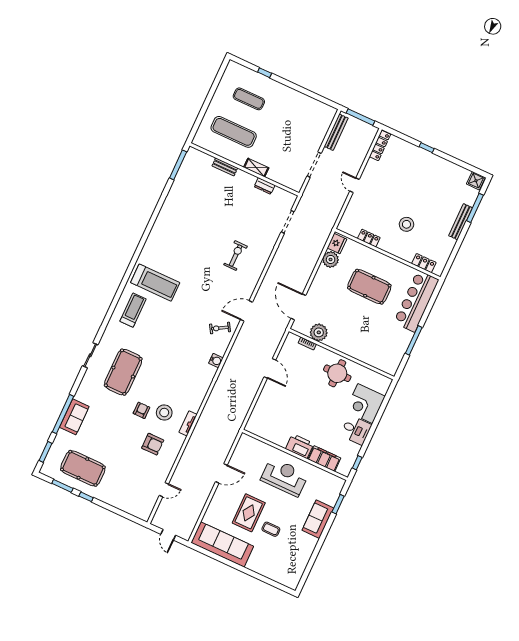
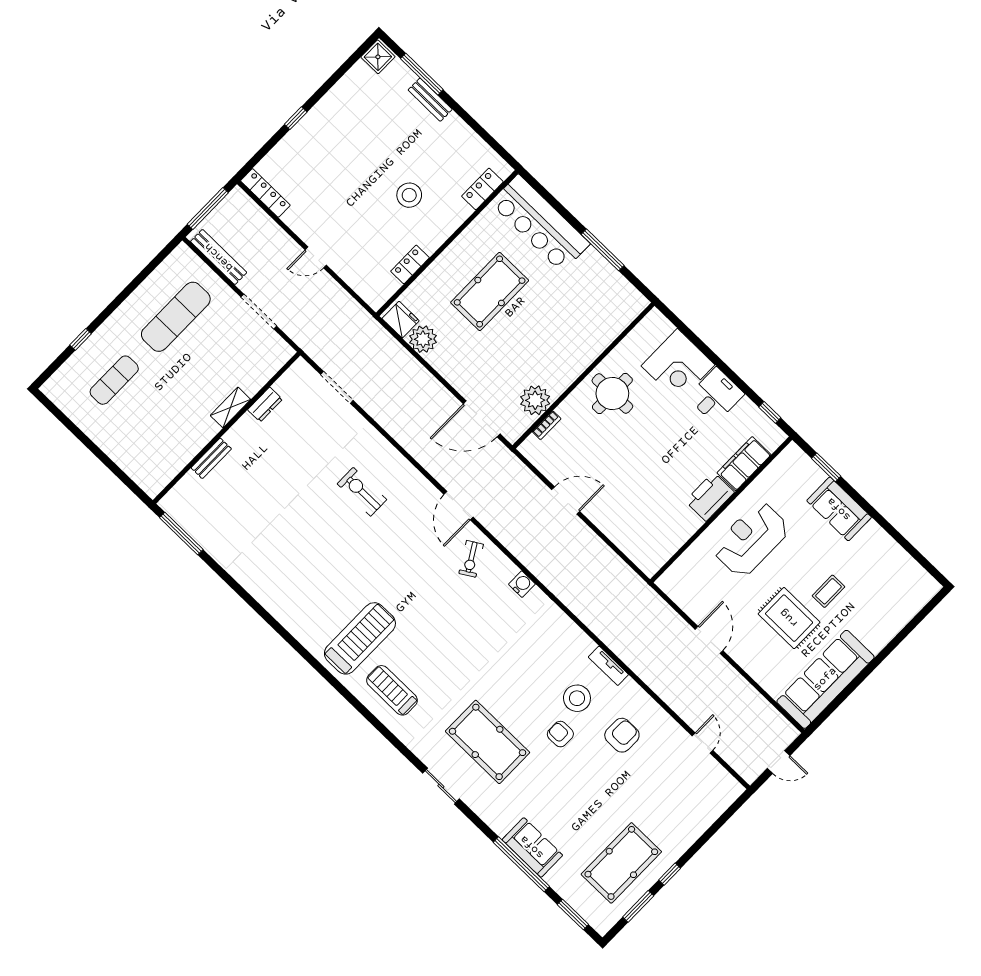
exercise mat: (234, 132) -> (176, 317), moved
bench: (461, 222) -> (430, 100), width x0.73

